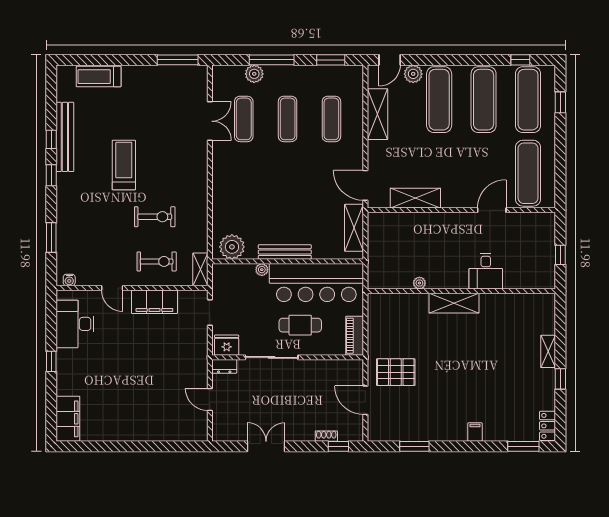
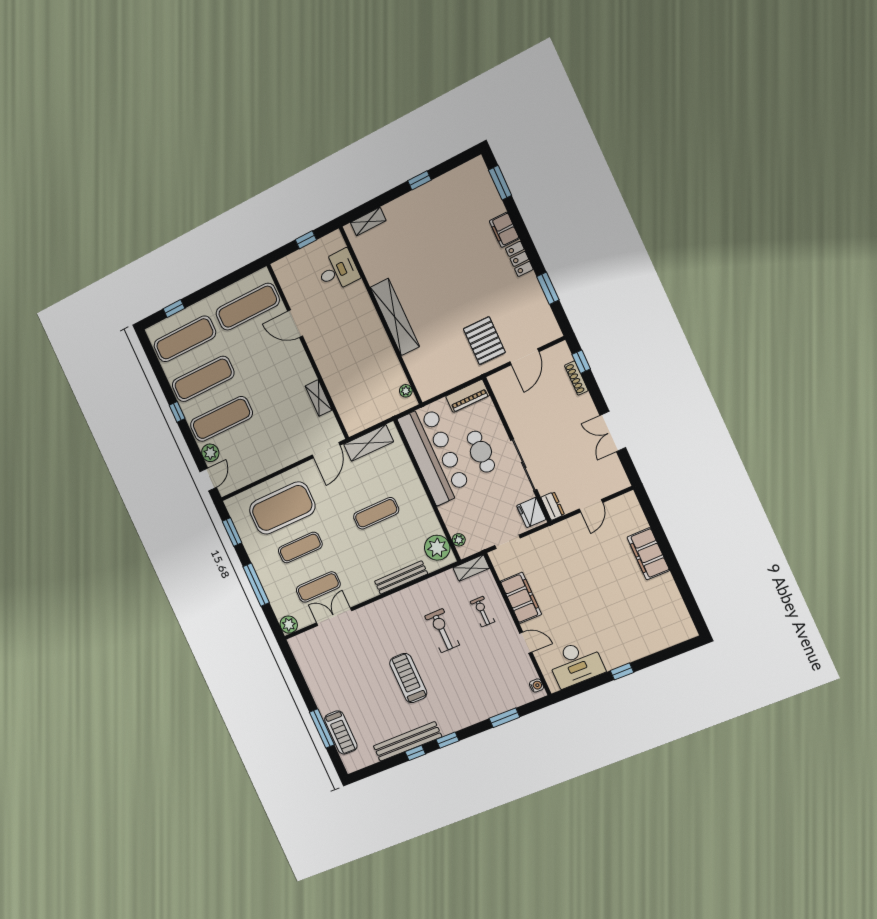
window: (178, 60) -> (322, 728), moved
door: (390, 60) -> (208, 480), hinge flipped
window: (520, 60) -> (177, 412), moved
plant: (254, 74) -> (289, 625), moved
shelving: (378, 114) -> (259, 468), removed
exercise mat: (331, 119) -> (282, 508), width x2.00, depth x1.45
treadmill: (124, 165) -> (408, 678), turned 90
shelving: (415, 198) -> (319, 398), width x0.67, depth x0.75
exercise mat: (288, 205) -> (376, 513), added
bench: (285, 252) -> (401, 578), moved, turned 90
exercise bike: (157, 261) -> (482, 612), width x0.73, depth x0.72
plant: (262, 270) -> (459, 540), moved
desk: (486, 271) -> (338, 271), moved
plant: (419, 283) -> (406, 391), moved
door: (112, 288) -> (526, 643), hinge flipped
shelving: (454, 303) -> (395, 317), width x1.47
shelving: (548, 351) -> (368, 222), moved
filing cabinet: (68, 419) -> (648, 554), moved, turned -90
locker: (547, 426) -> (519, 259), moved, turned 90
filing cabinet: (475, 432) -> (504, 230), width x2.00
shoe rack: (326, 436) -> (576, 378), width x1.43

